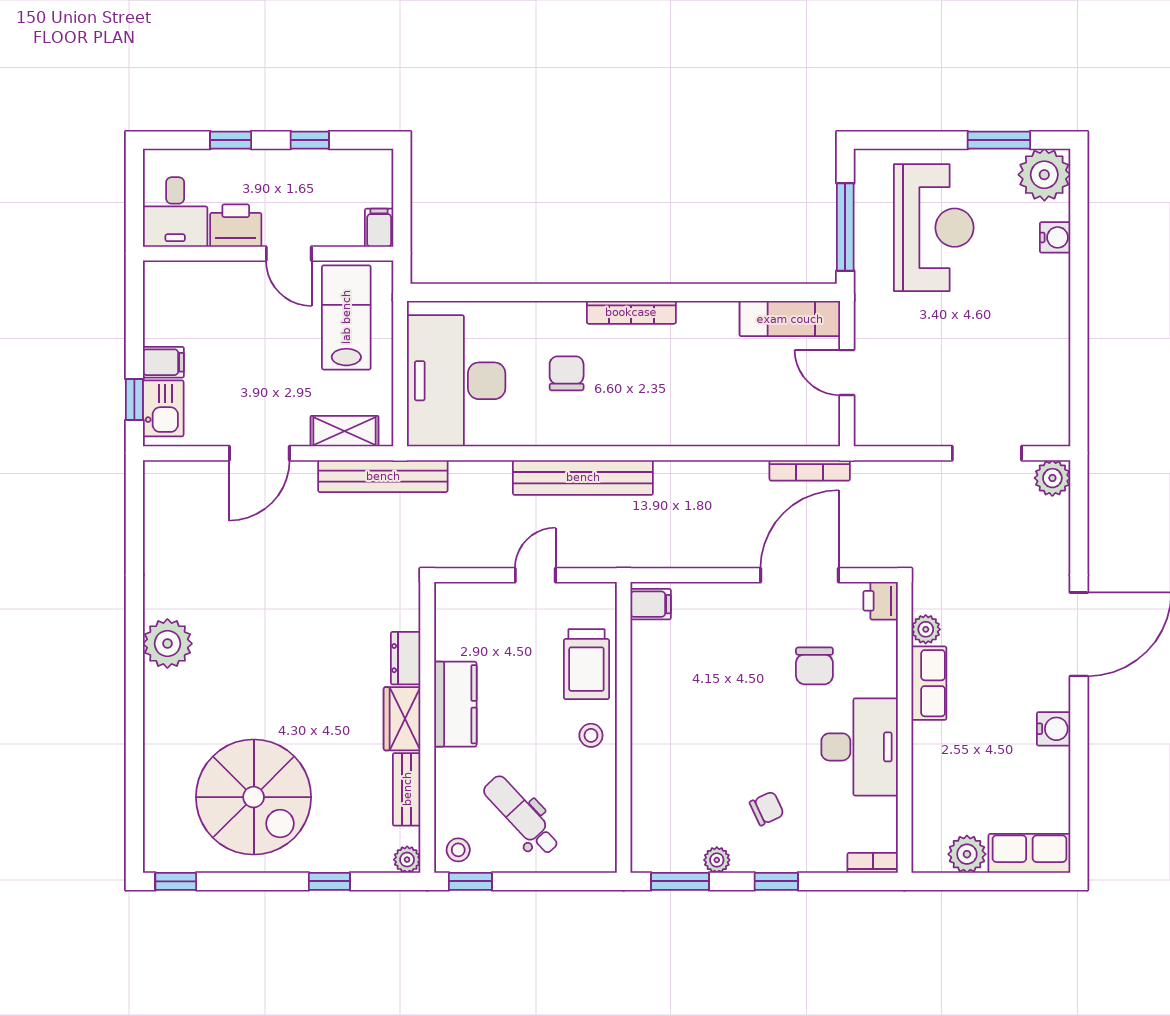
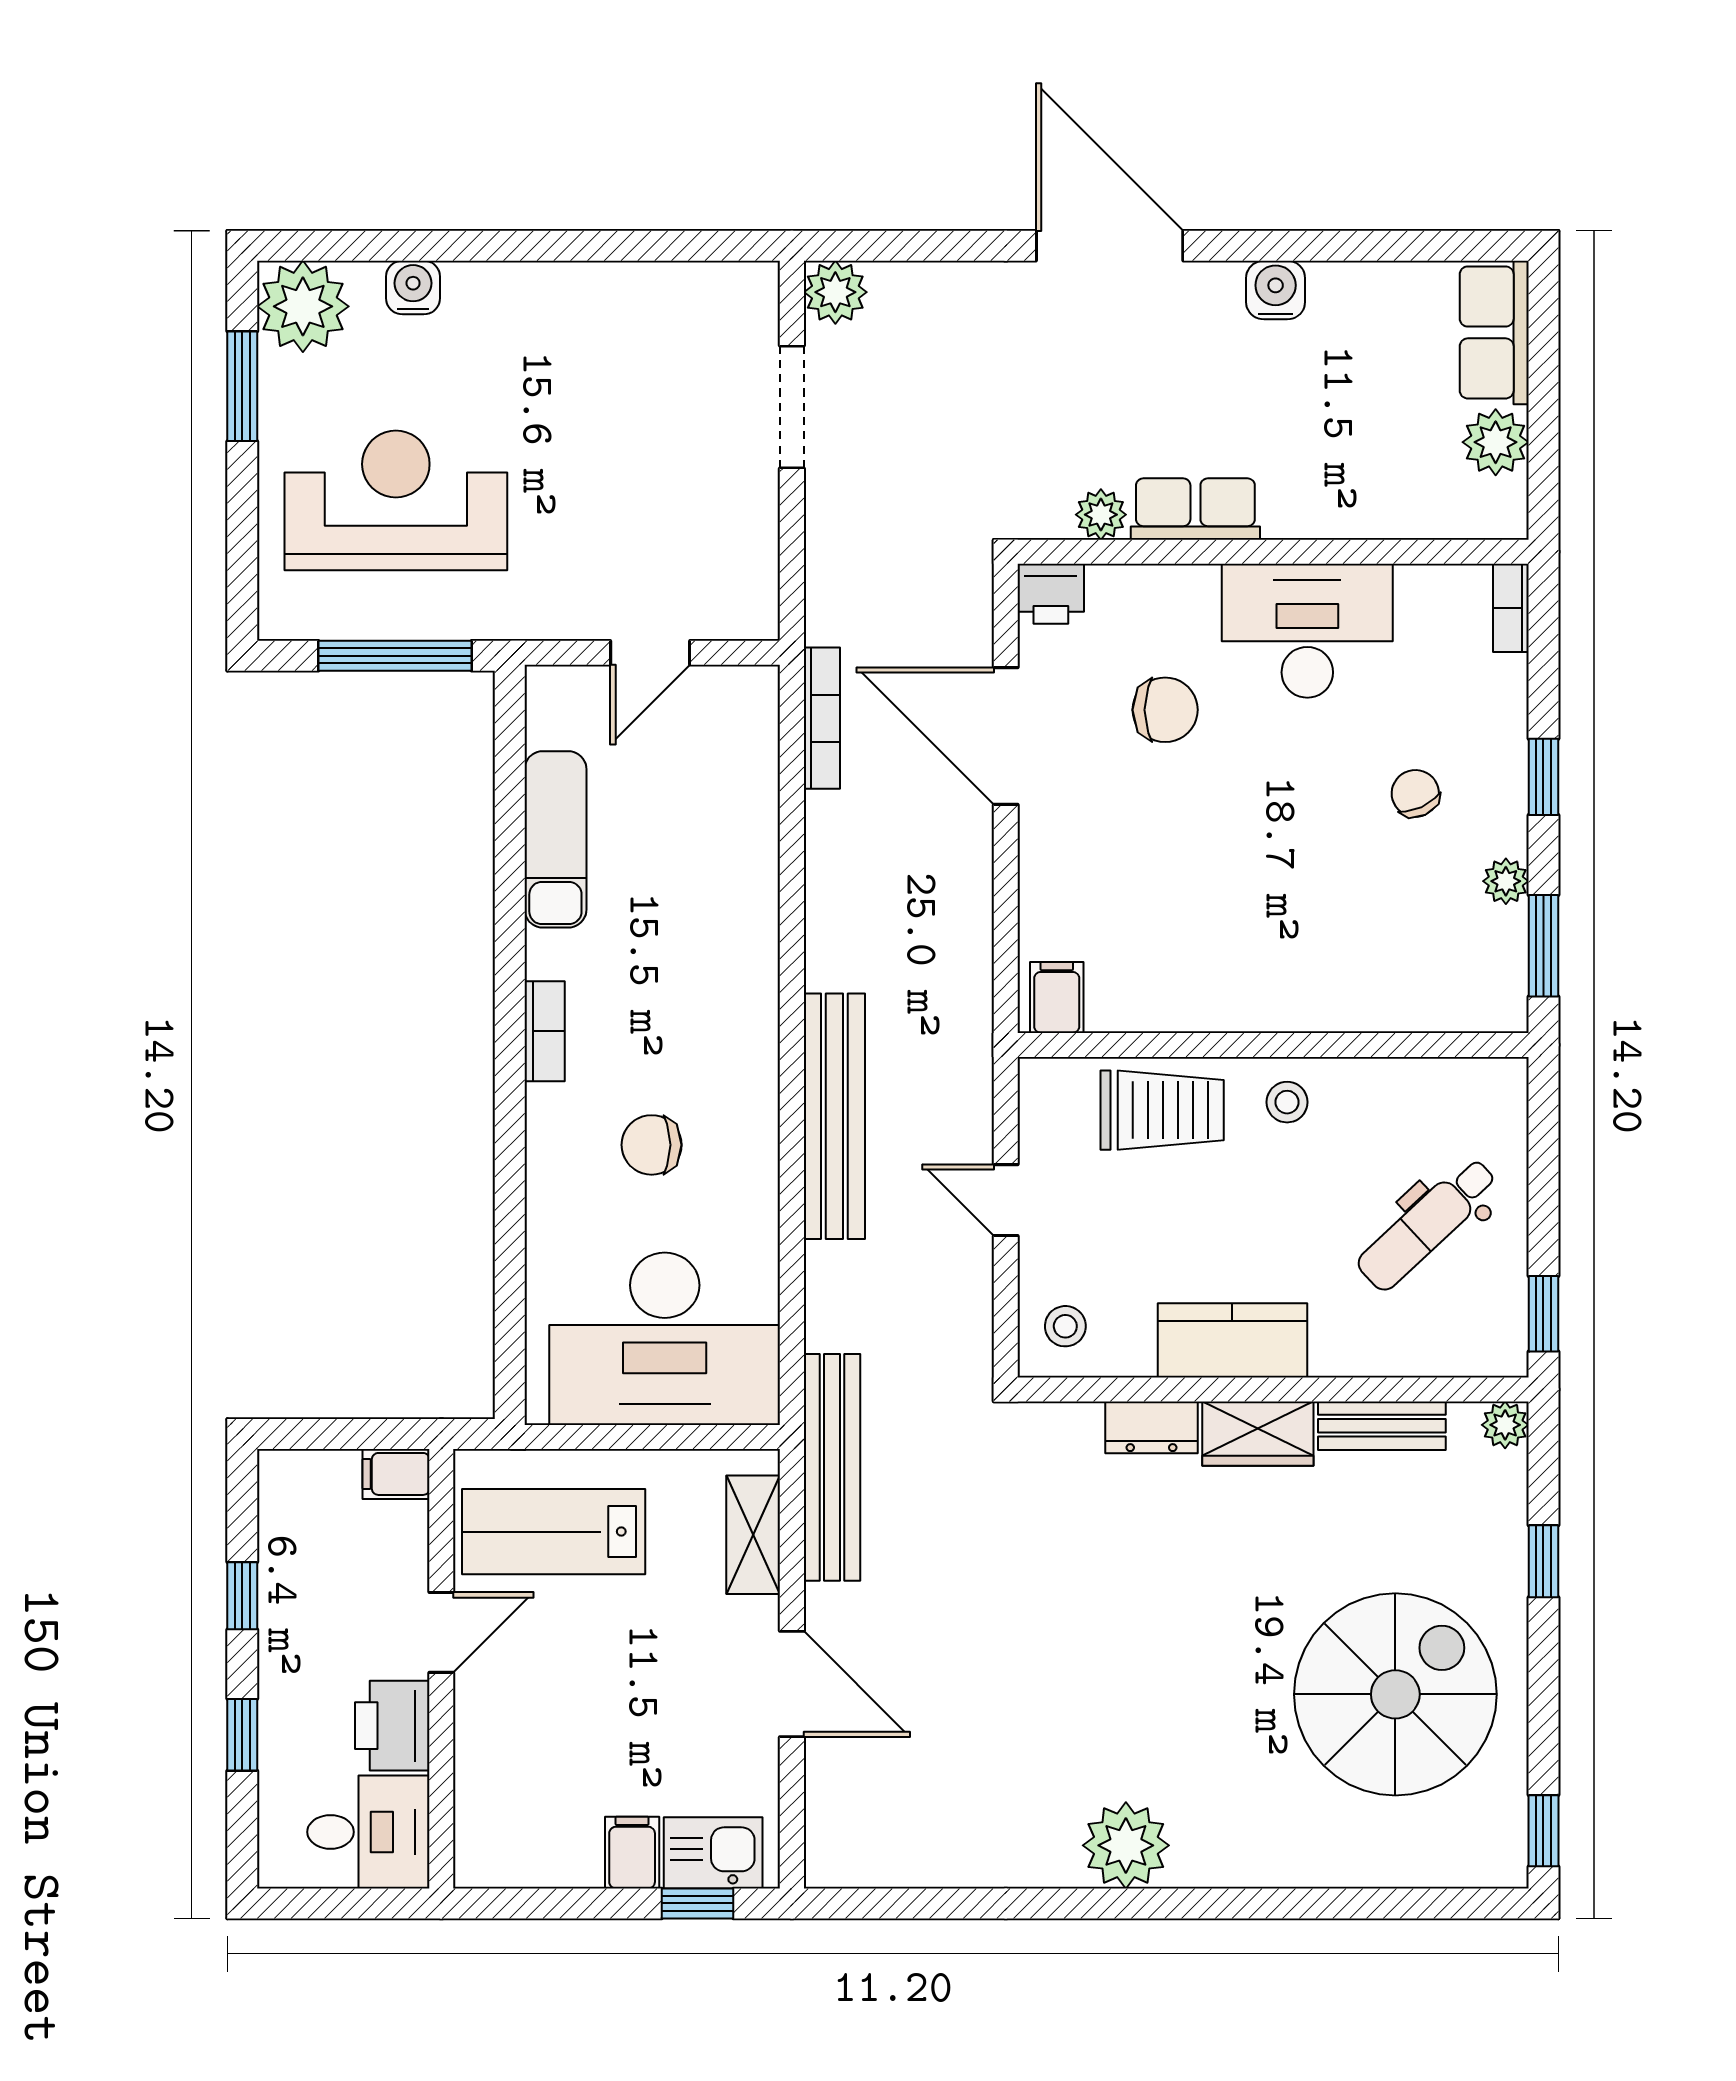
bookcase: (631, 312) -> (545, 1031), width x0.64
exam couch: (790, 319) -> (555, 839), moved
stool: (458, 850) -> (1065, 1326), moved

